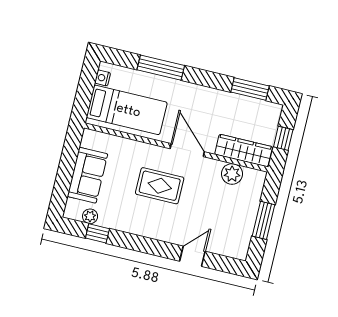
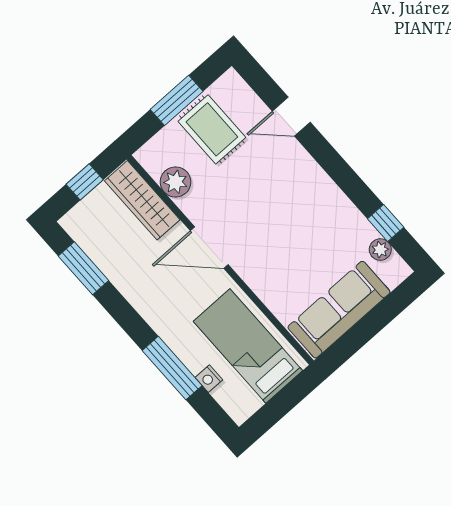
nightstand: (103, 78) -> (209, 379), moved, turned 90
door: (187, 150) -> (209, 248), hinge flipped
sofa: (88, 175) -> (339, 310), width x1.36
rug: (160, 186) -> (212, 129), moved

